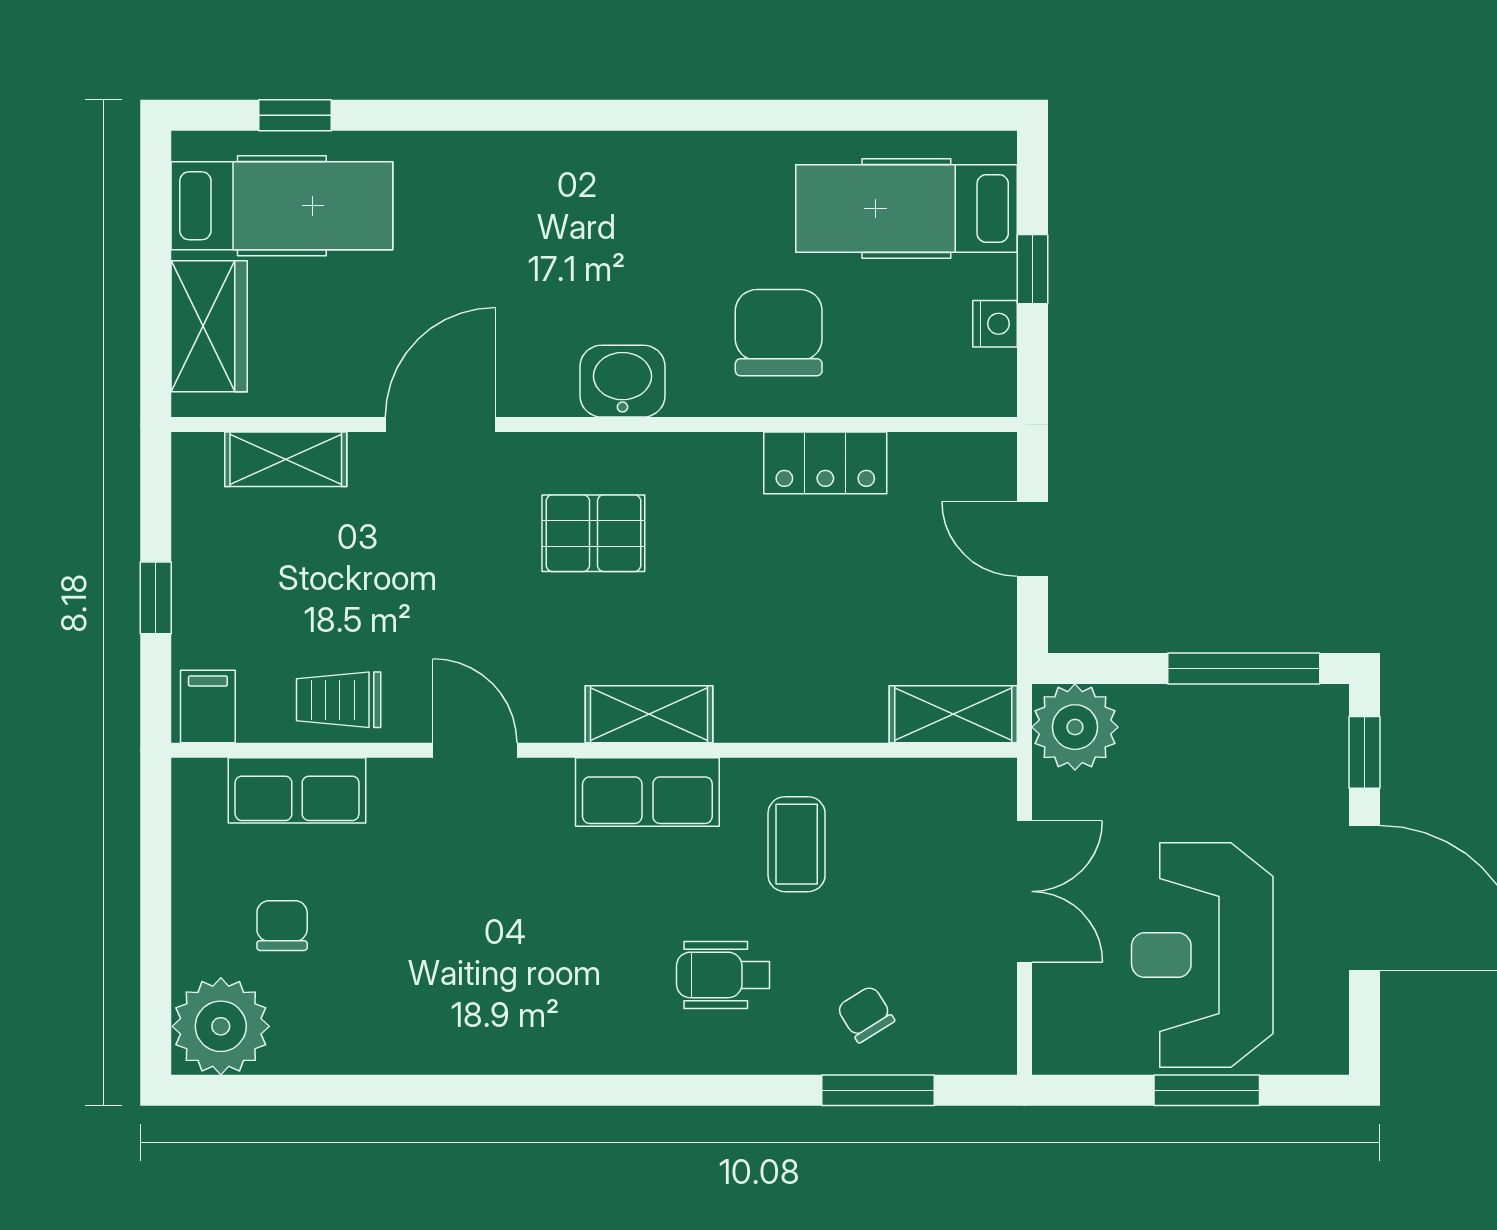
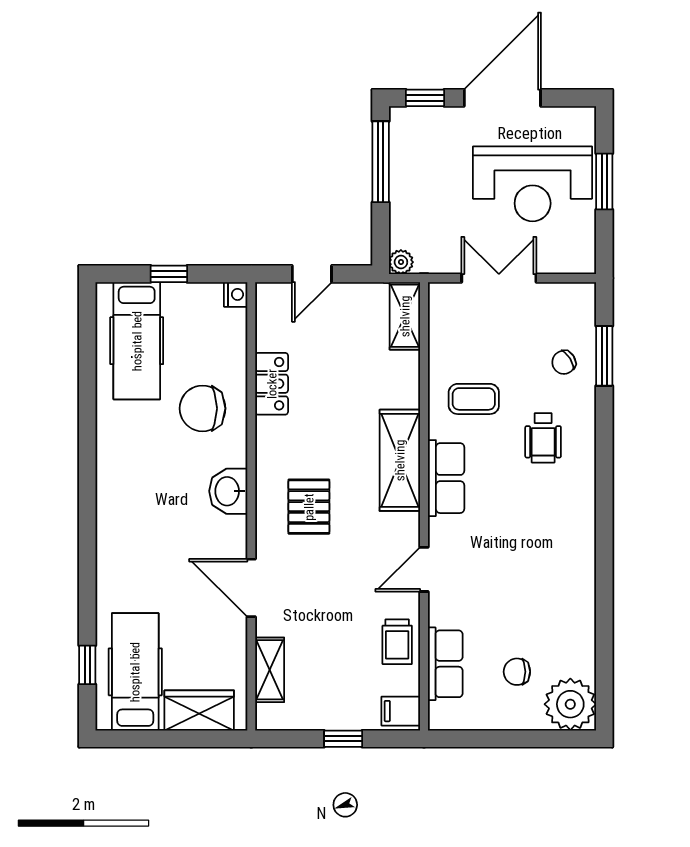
nightstand: (995, 324) -> (236, 294), moved, turned 90
shelving: (649, 714) -> (400, 460), width x1.50, depth x1.33
plant: (1075, 727) -> (401, 262), width x0.53, depth x0.53

